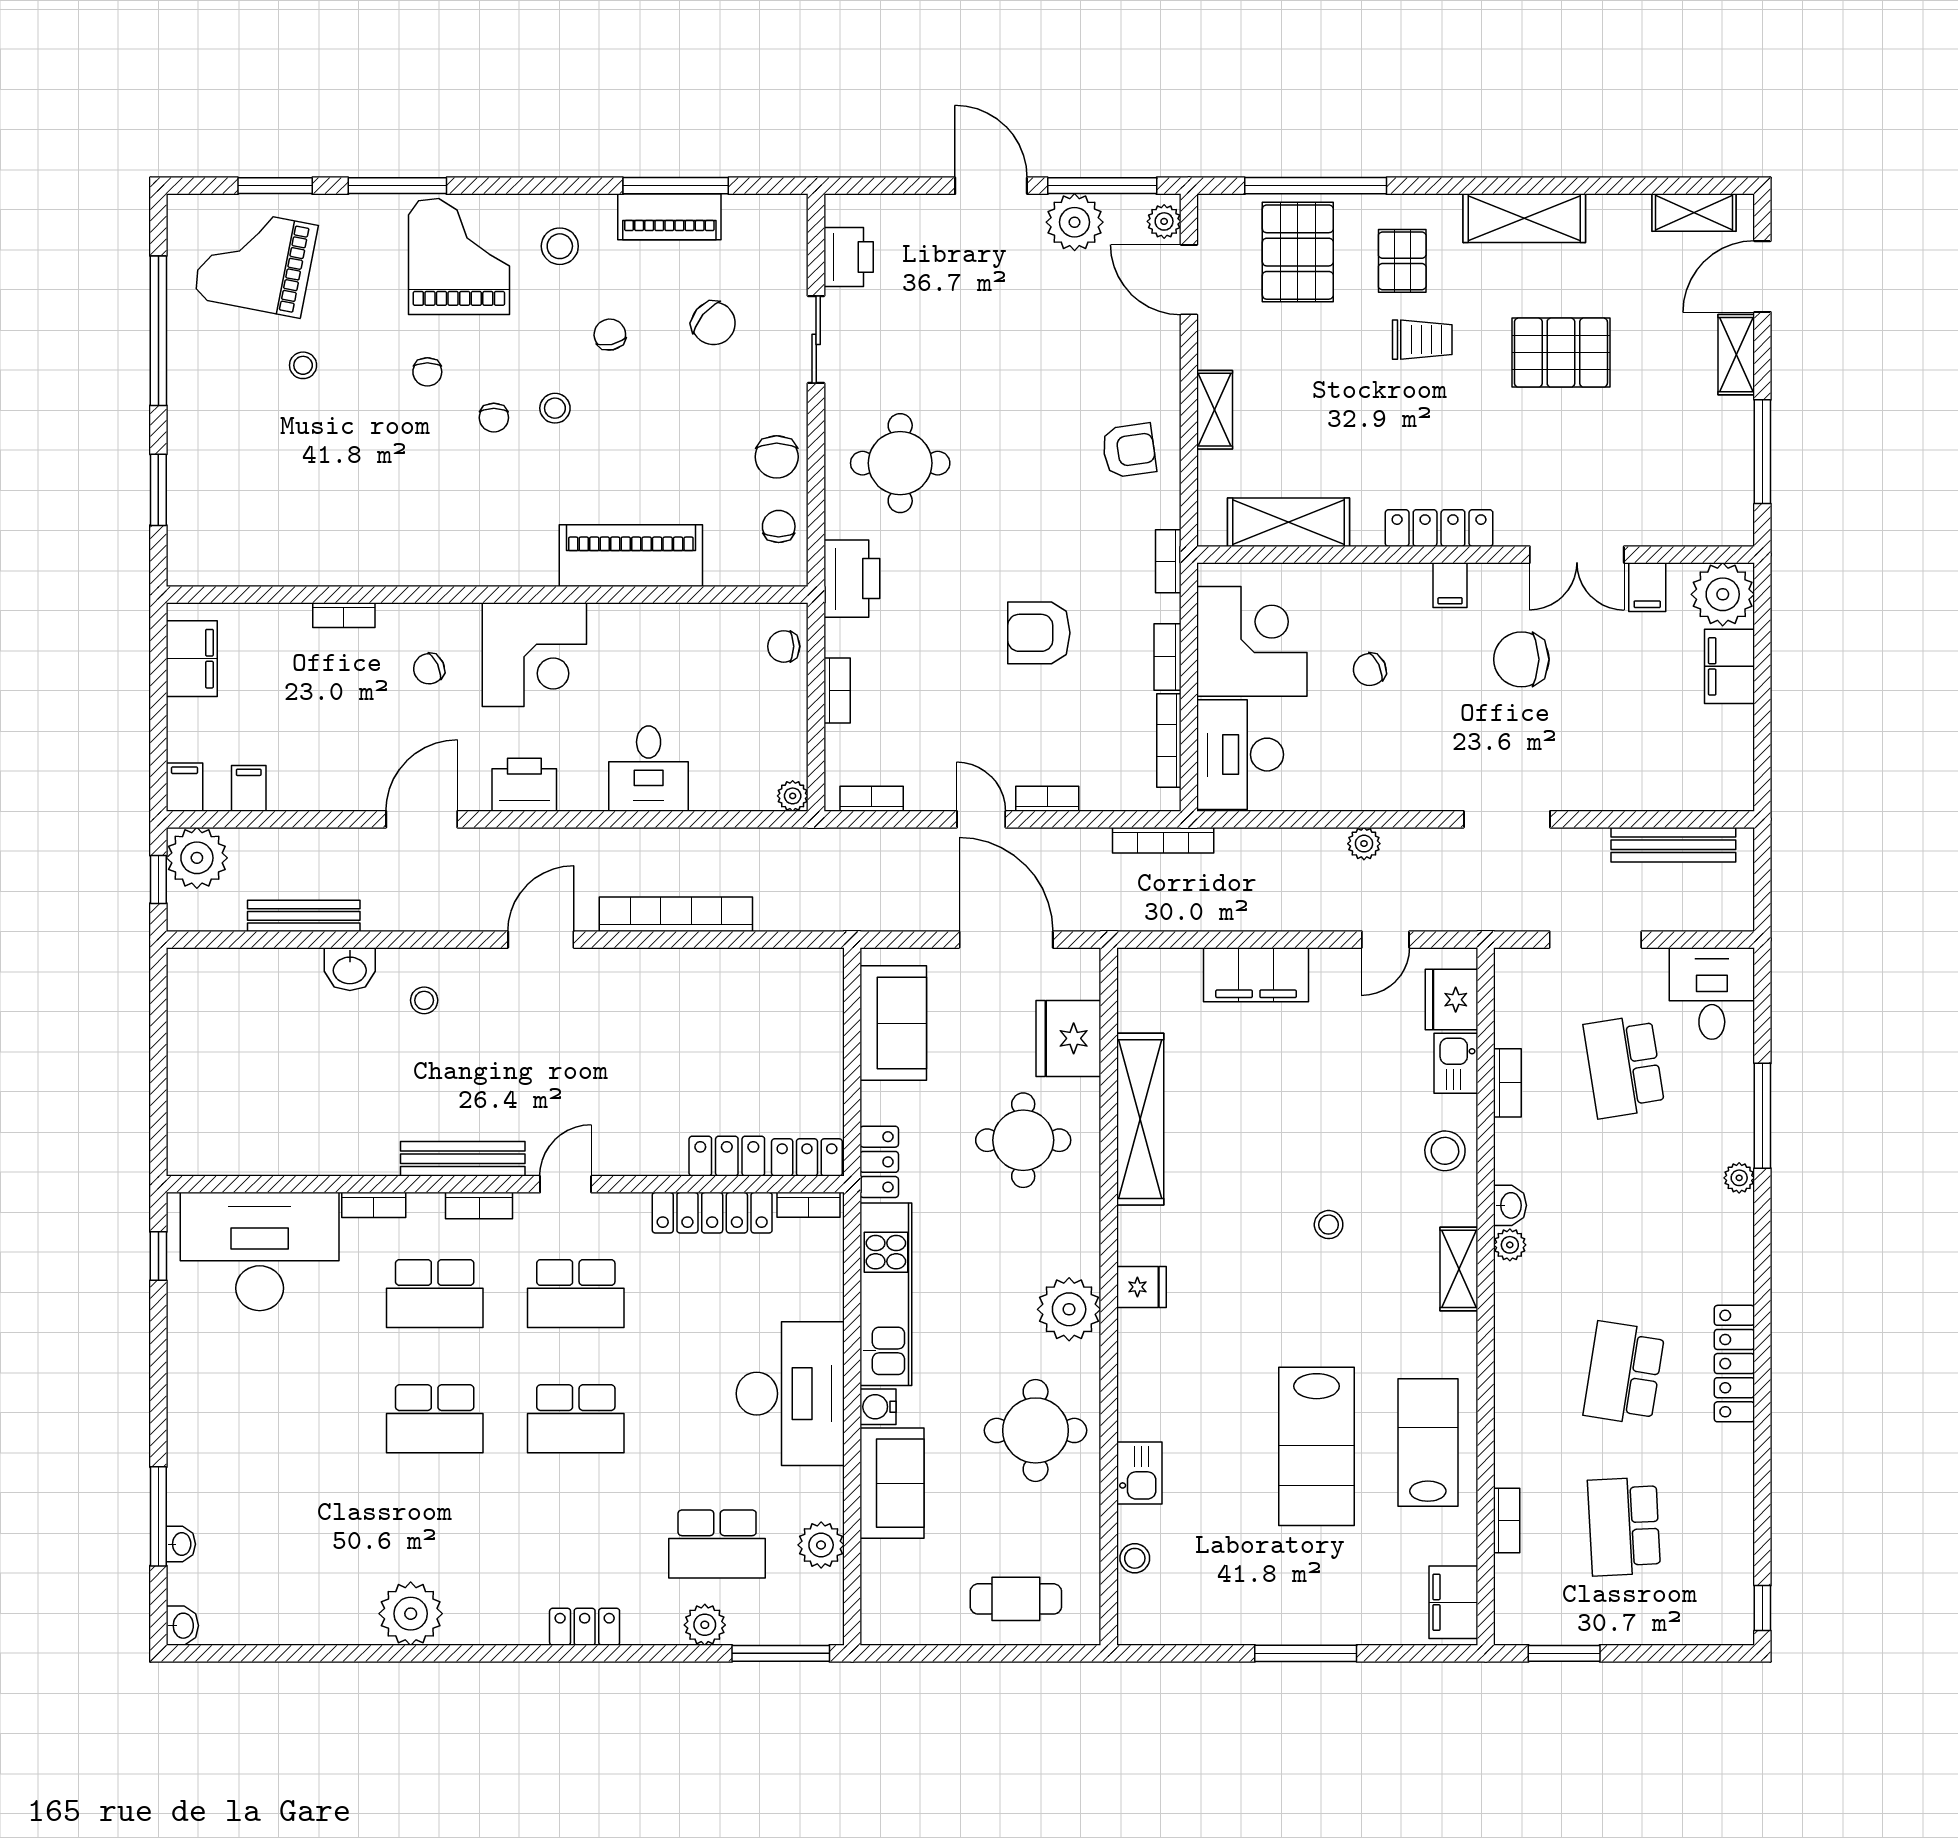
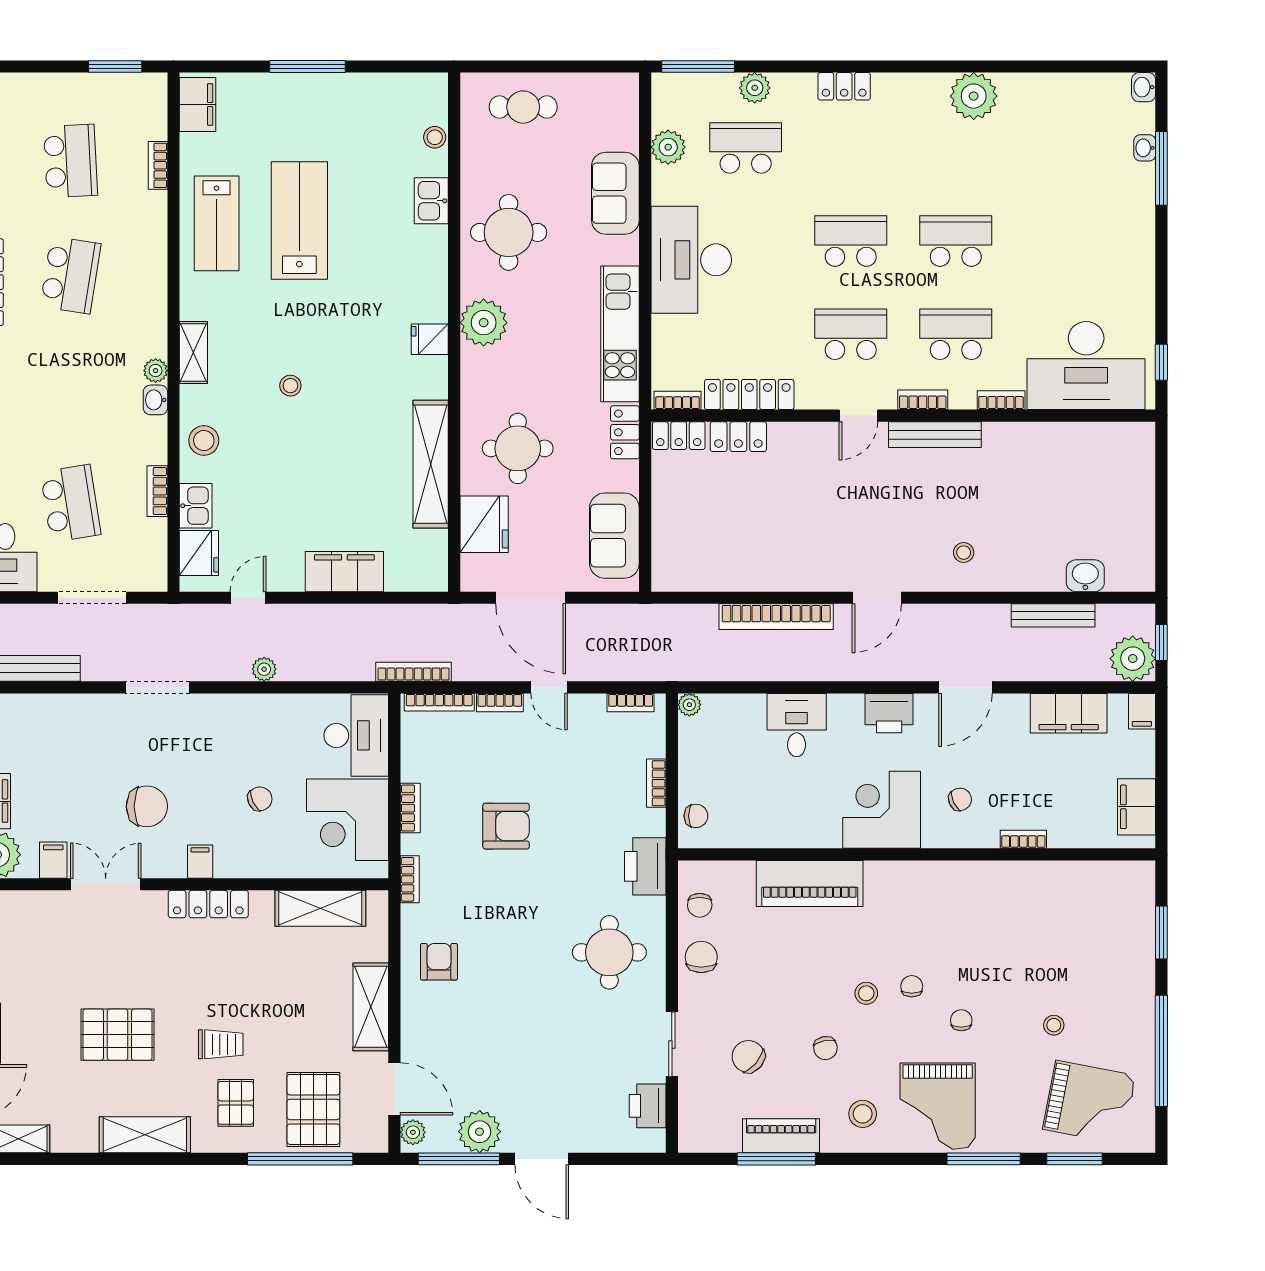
trolley: (1422, 340) -> (221, 1044), turned 180
shelving: (1215, 410) -> (371, 1007), width x1.50, depth x1.33
armchair: (1129, 450) -> (439, 962), turned 98
bookcase: (1169, 741) -> (439, 702), moved, turned 90
filing cabinet: (249, 788) -> (1069, 713), width x3.00, depth x1.17
washbasin: (350, 969) -> (1085, 576), moved
water cooler: (878, 1407) -> (626, 250), removed

